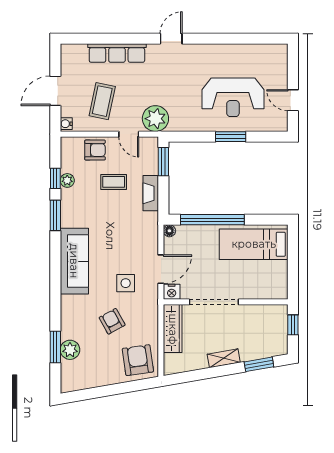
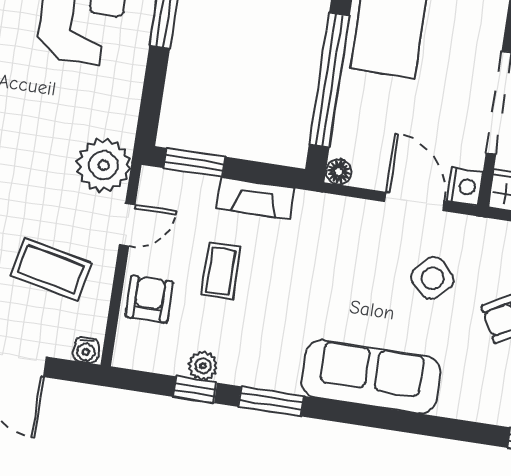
side table: (126, 283) -> (432, 278), turned 45

